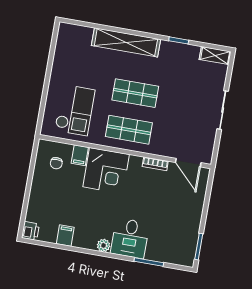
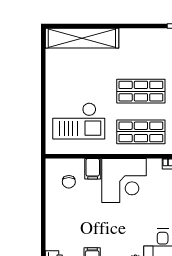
shelving: (126, 42) -> (82, 38), moved
checkout: (75, 110) -> (79, 121), turned 90

